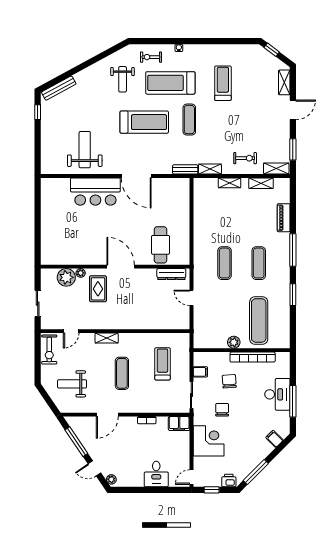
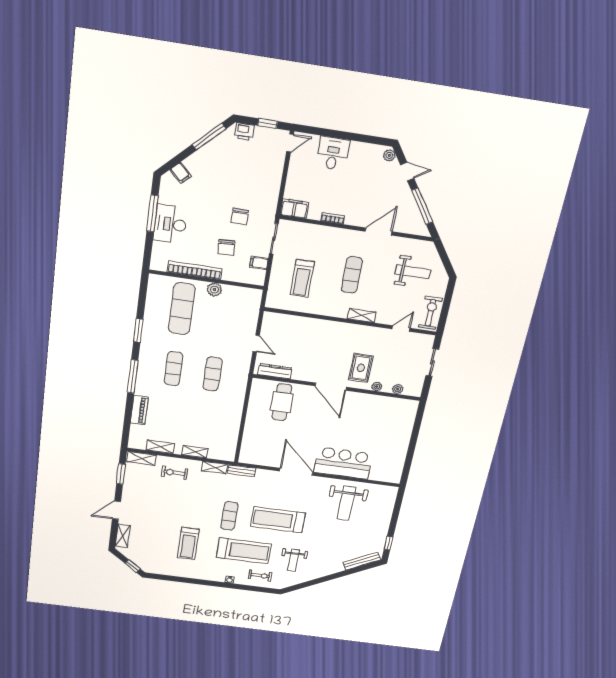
weight bench: (123, 79) -> (293, 560), turned 180
plant: (66, 277) -> (398, 389), width x0.53, depth x0.53
corner desk: (209, 441) -> (262, 183), removed

